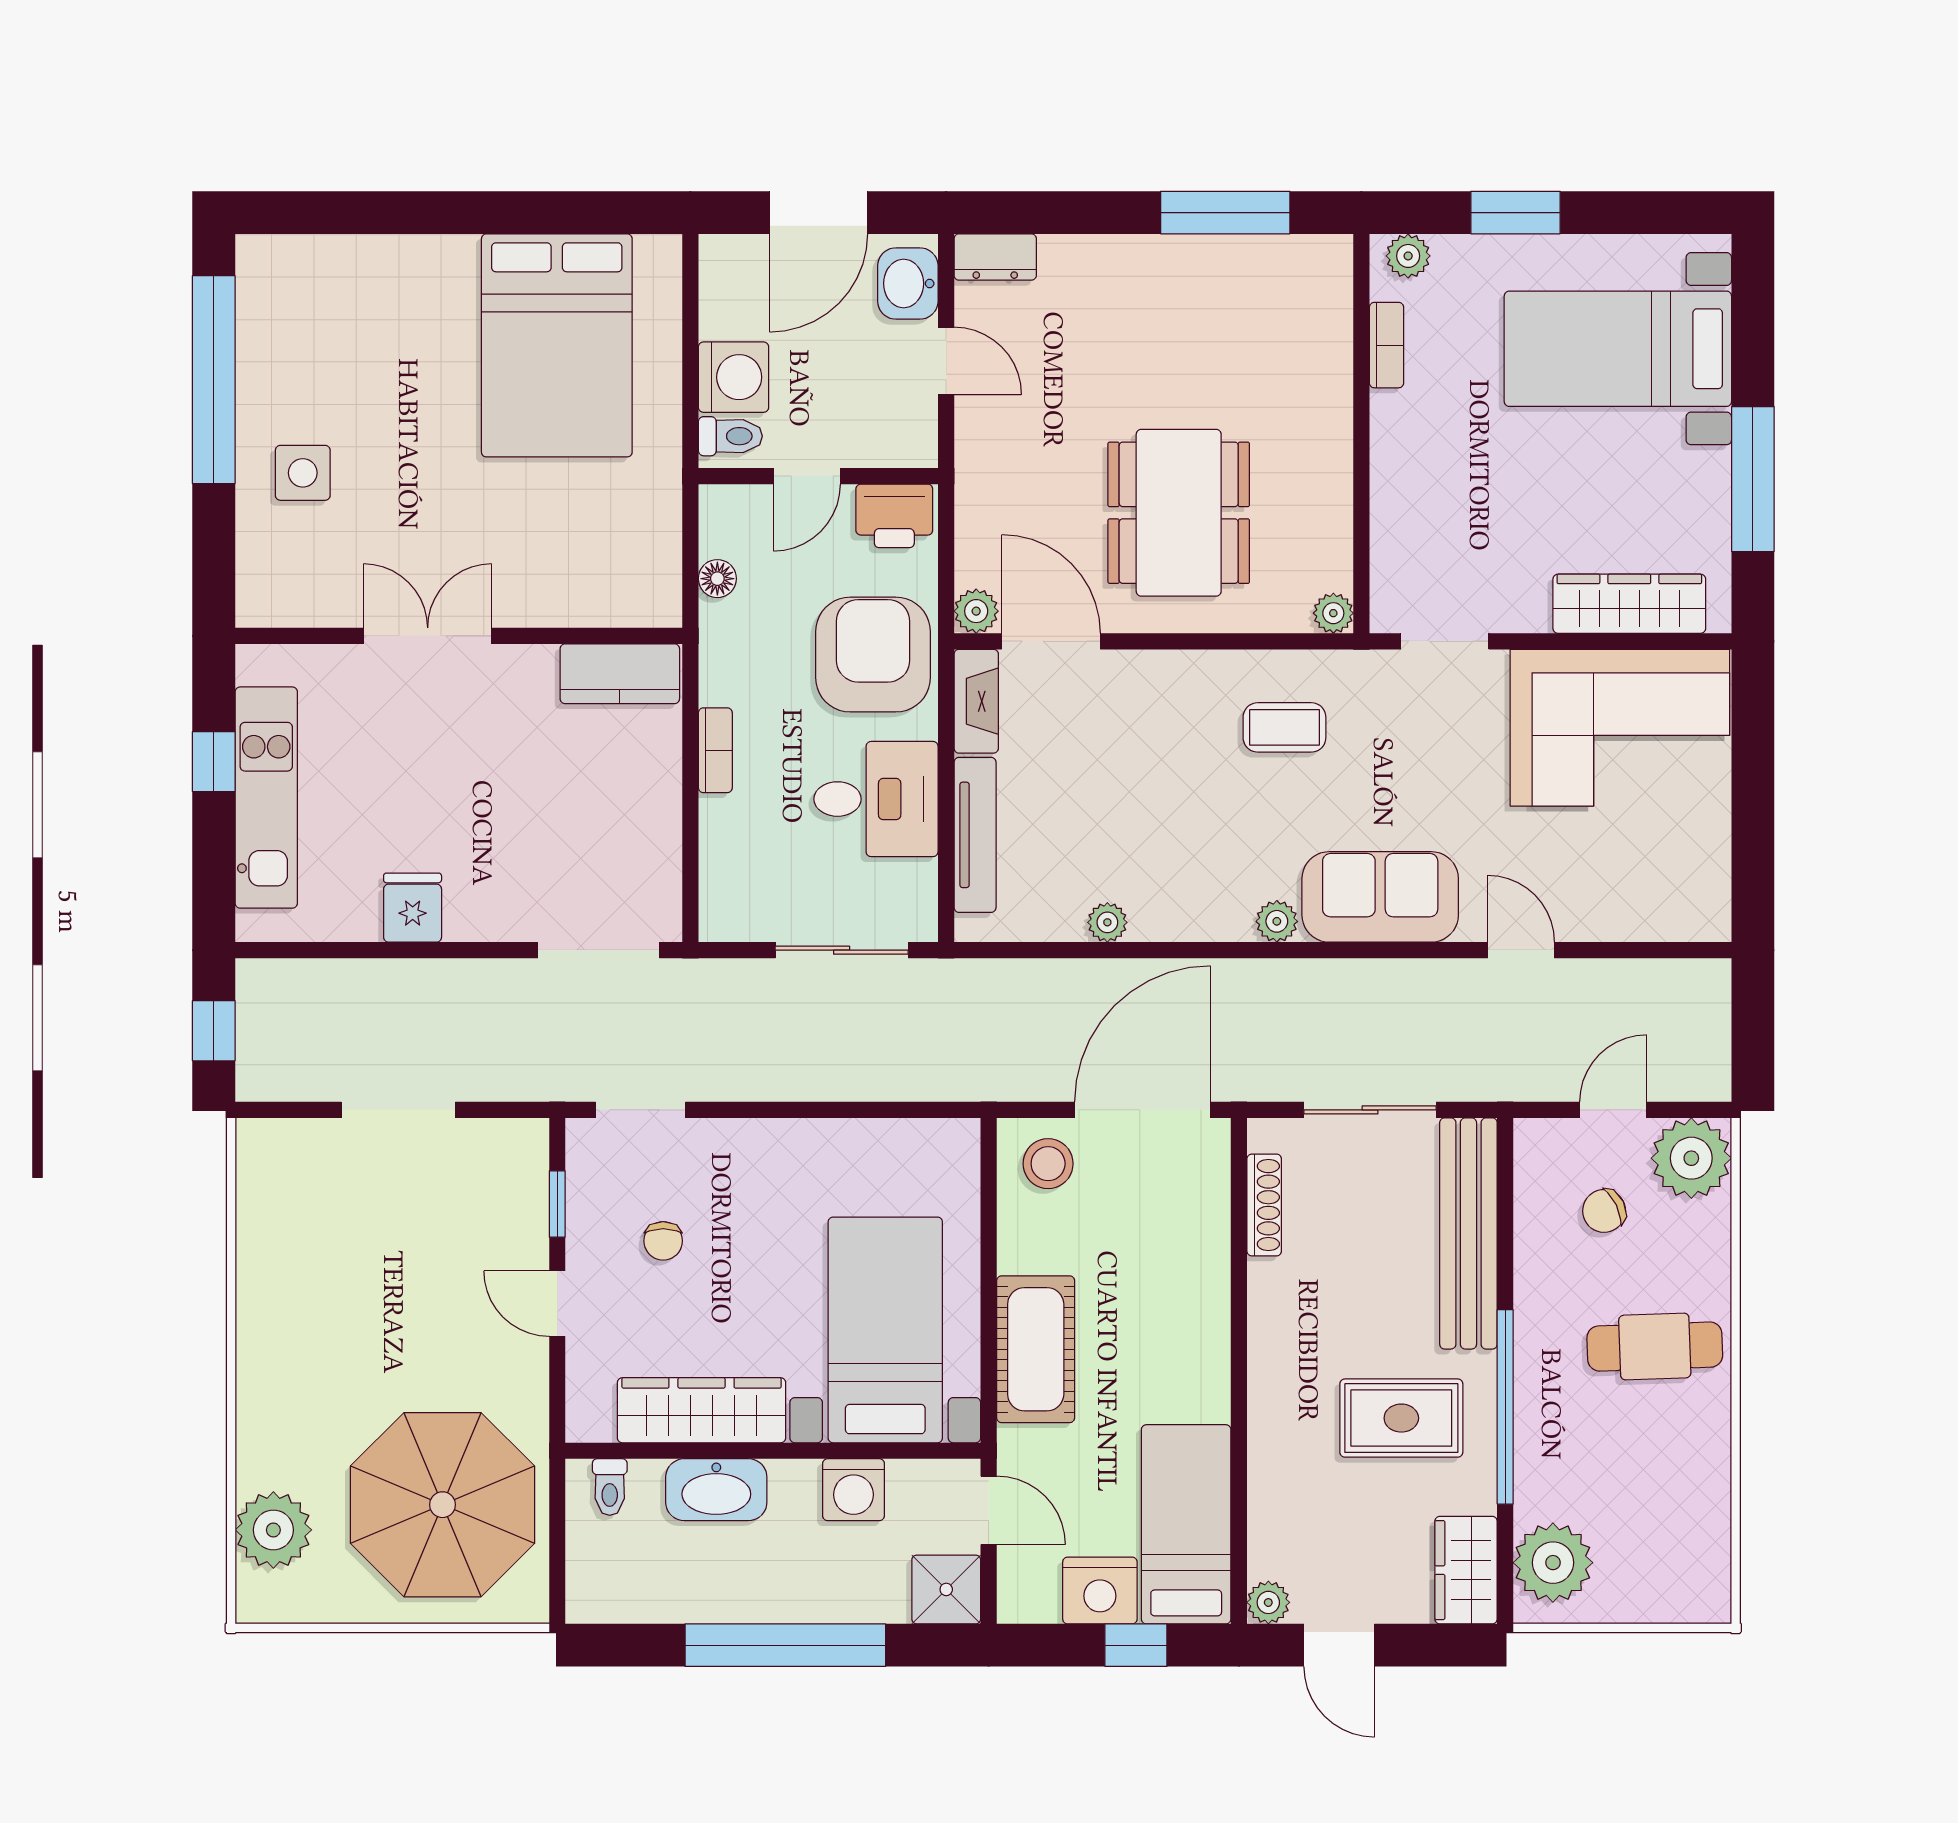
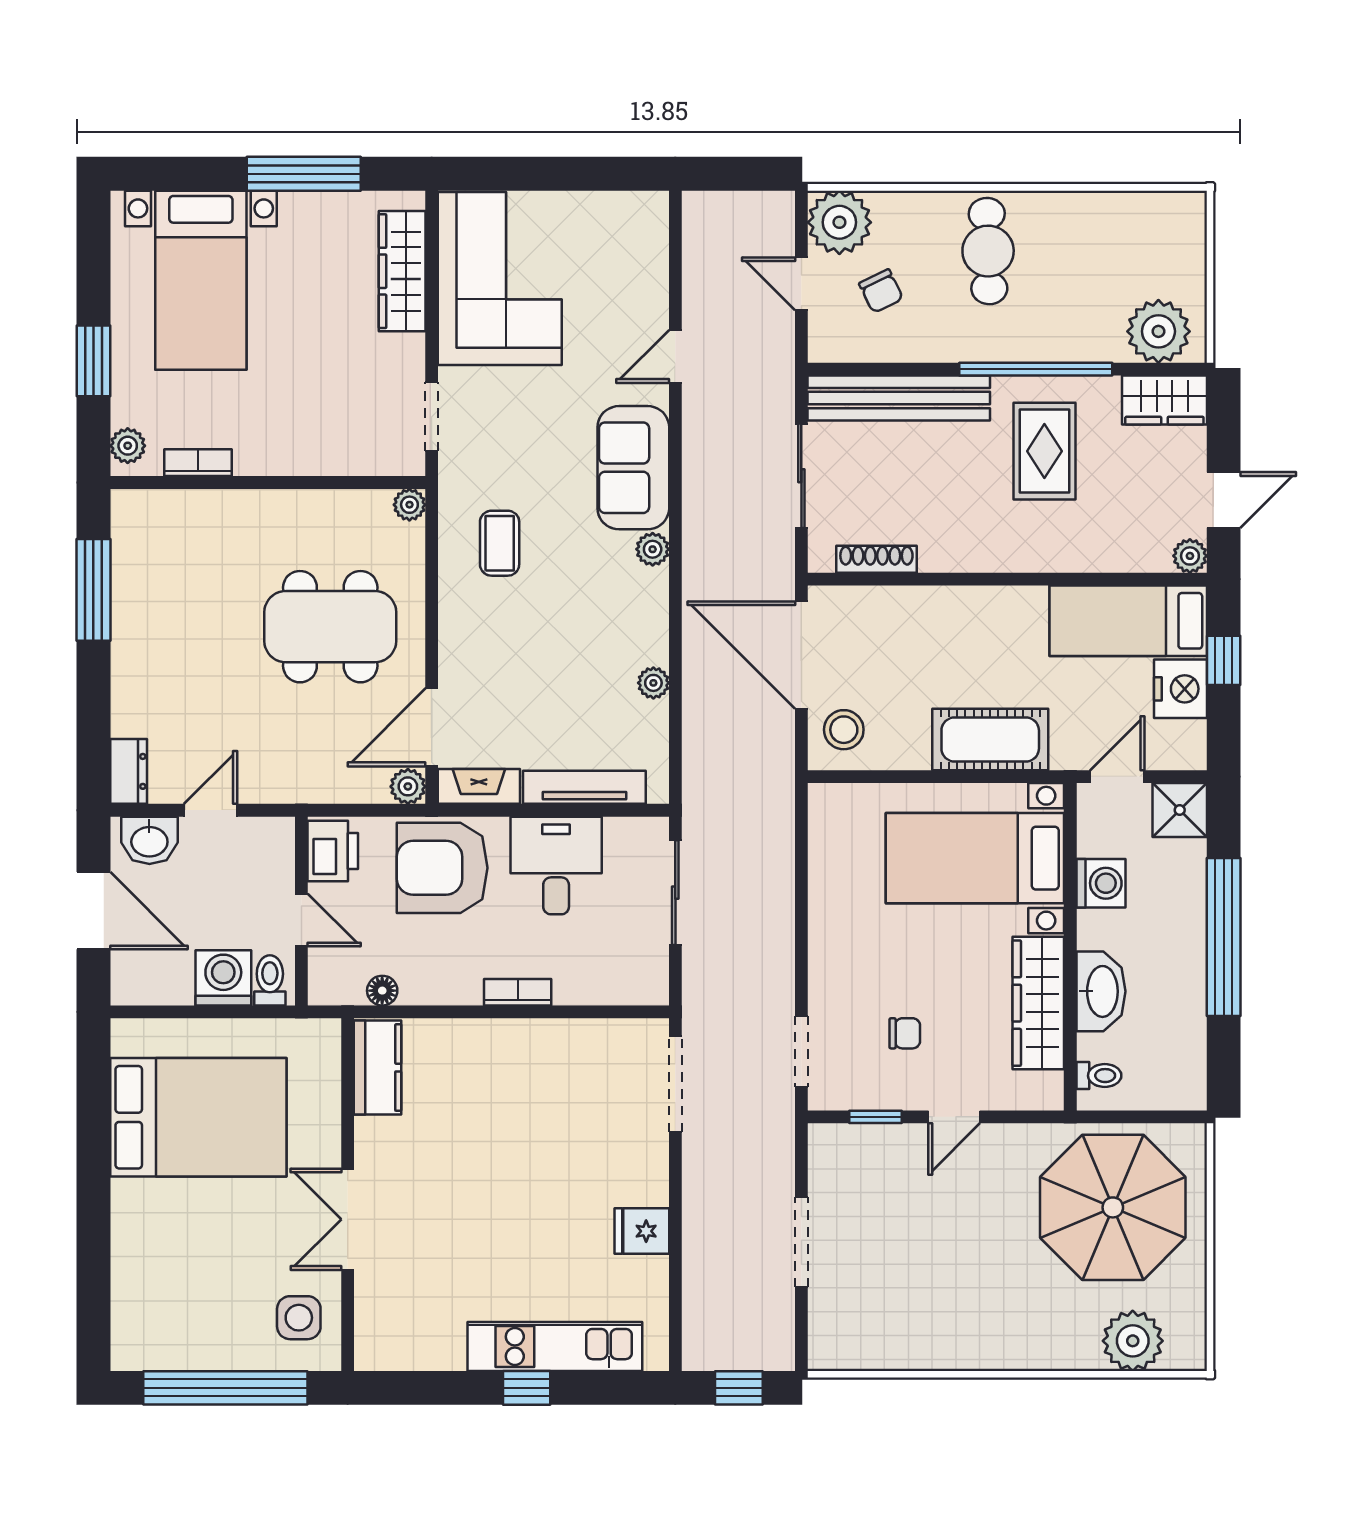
double door: (428, 636) -> (348, 1219), moved
wall: (459, 636) -> (348, 1195), moved
kitchen counter: (620, 674) -> (377, 1068), moved

